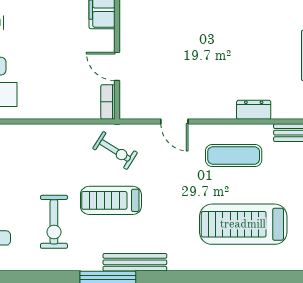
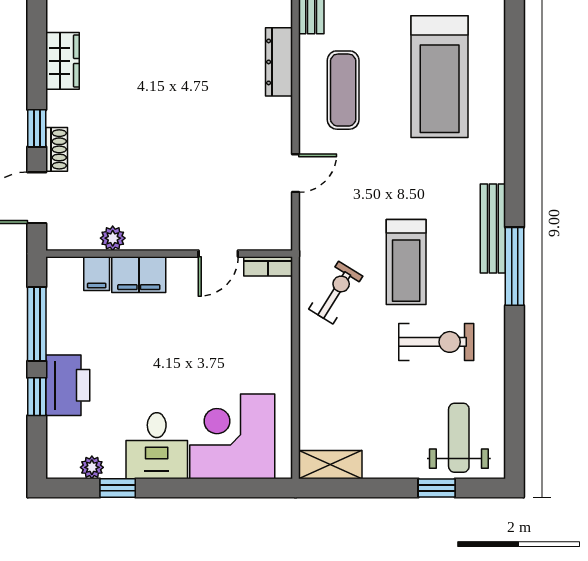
dresser: (254, 110) -> (279, 62), width x1.44
exercise bike: (115, 151) -> (336, 293), moved

